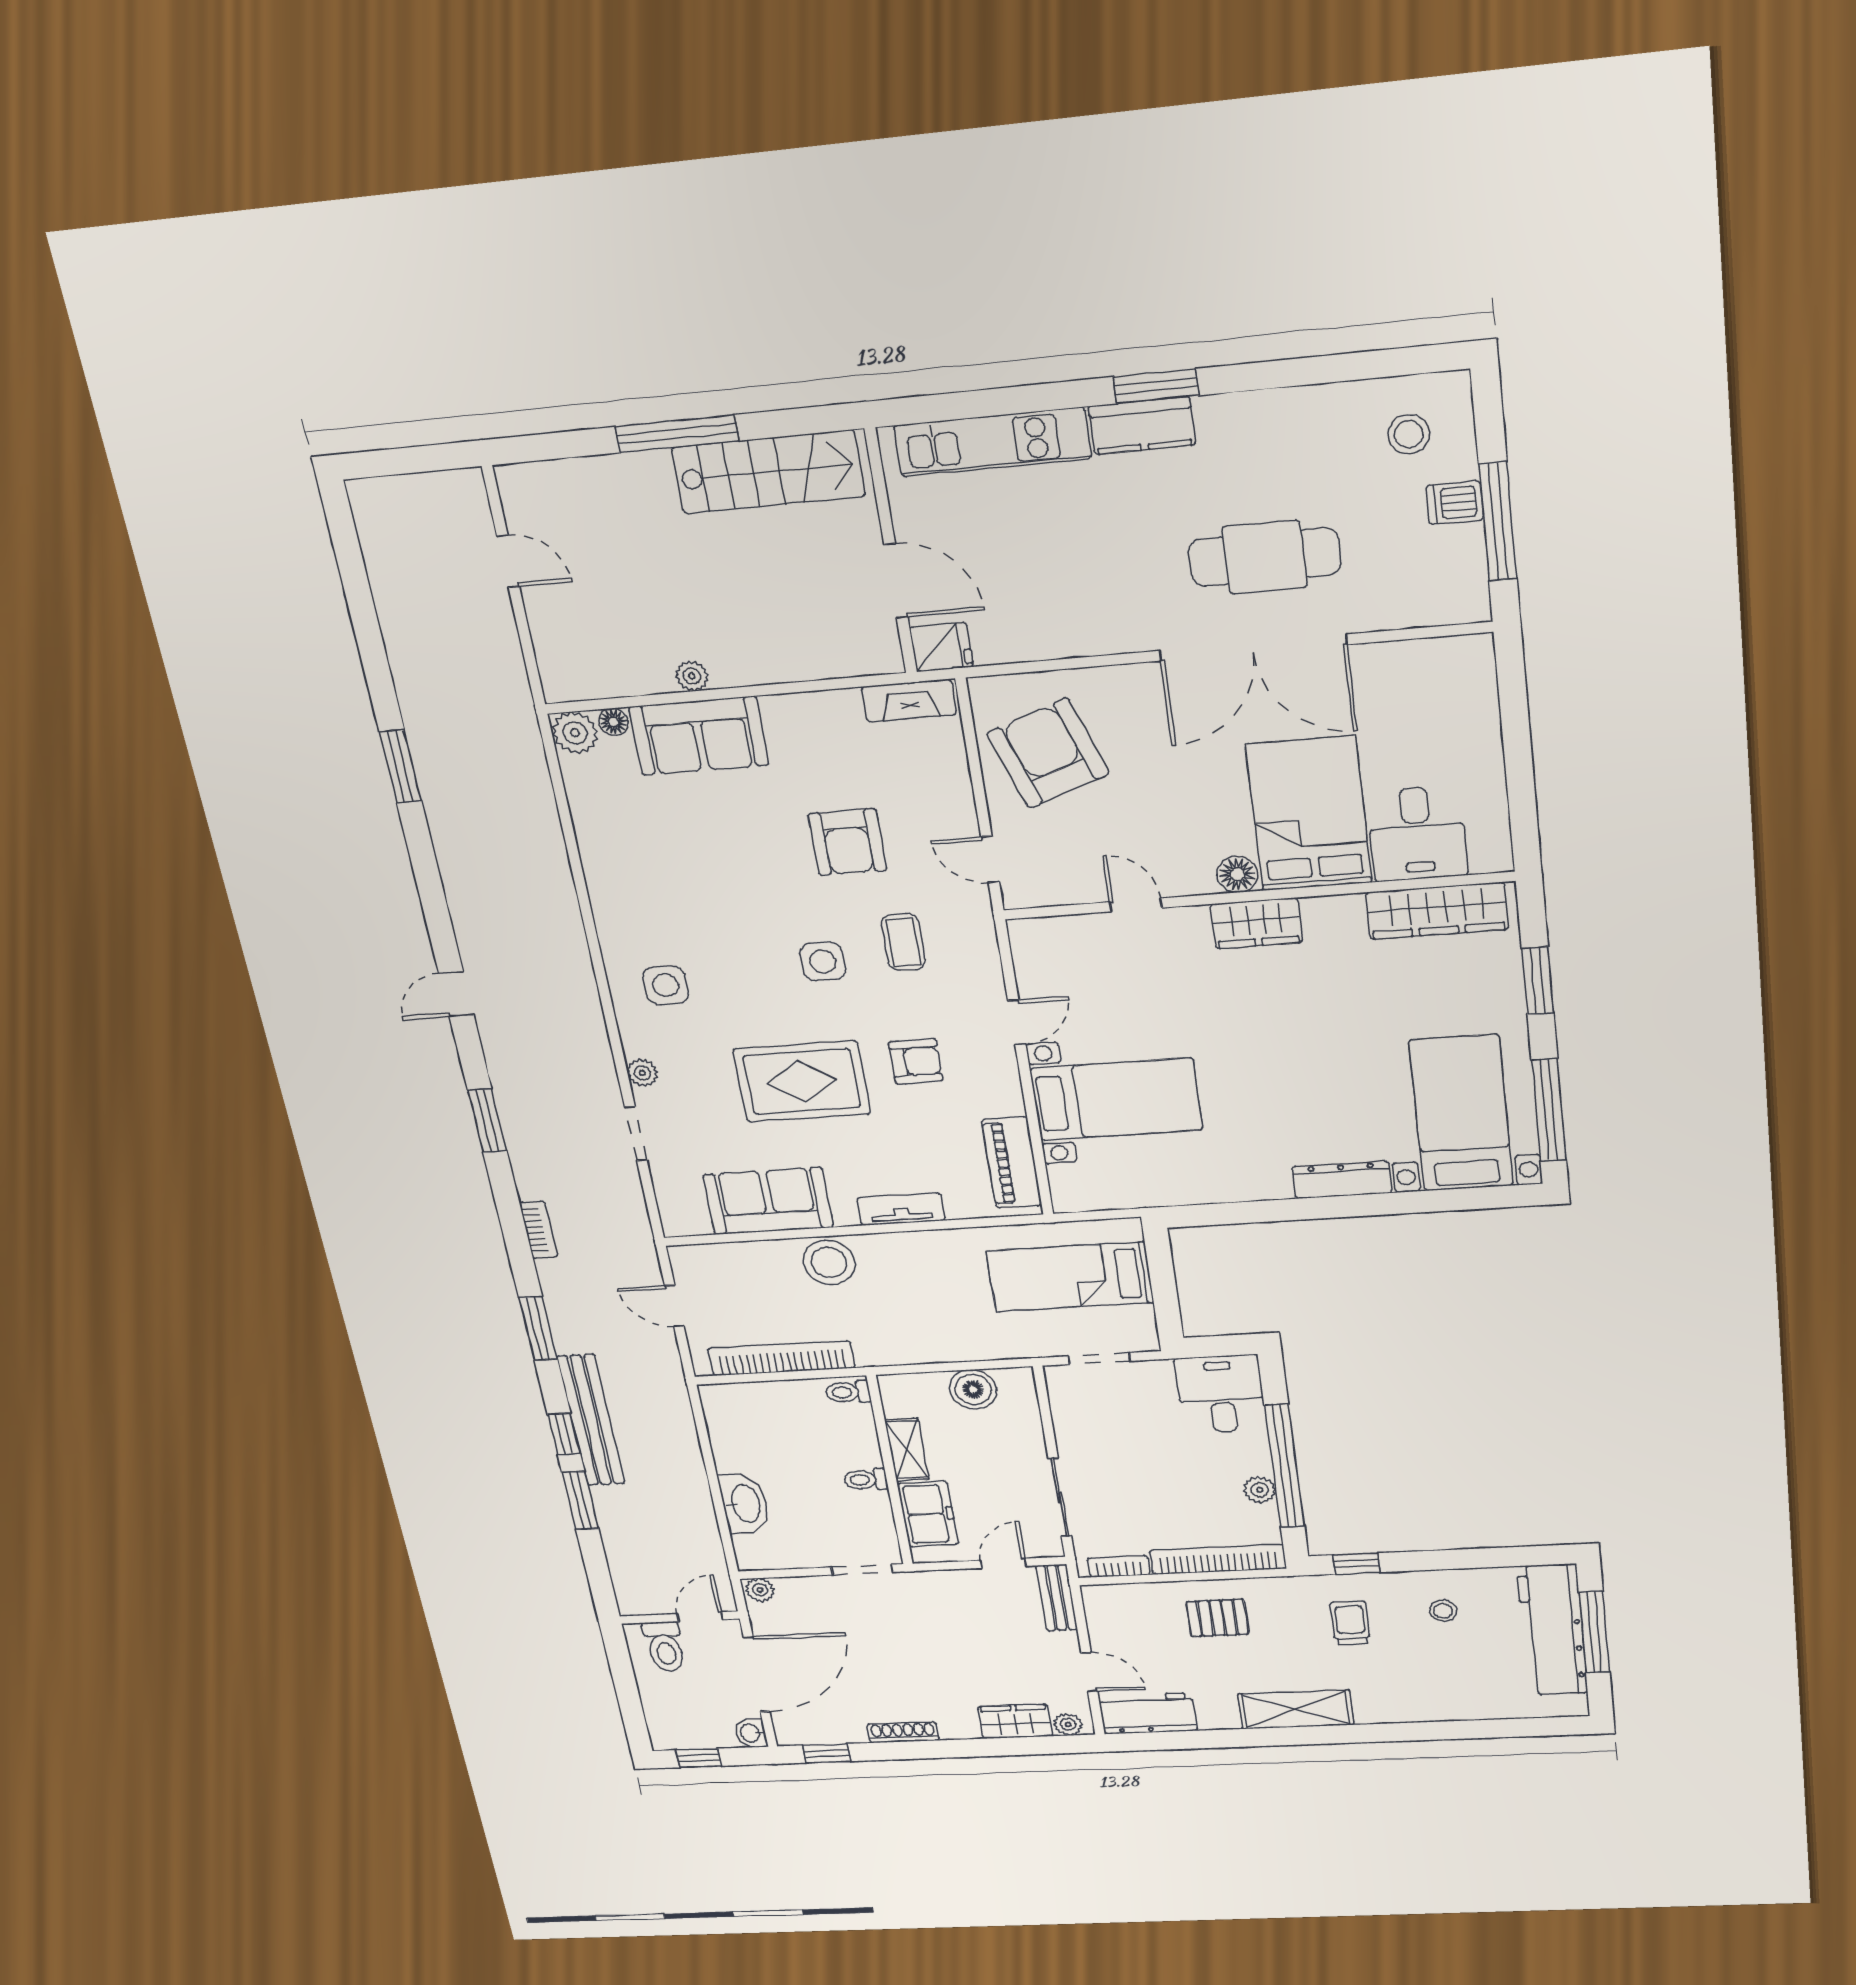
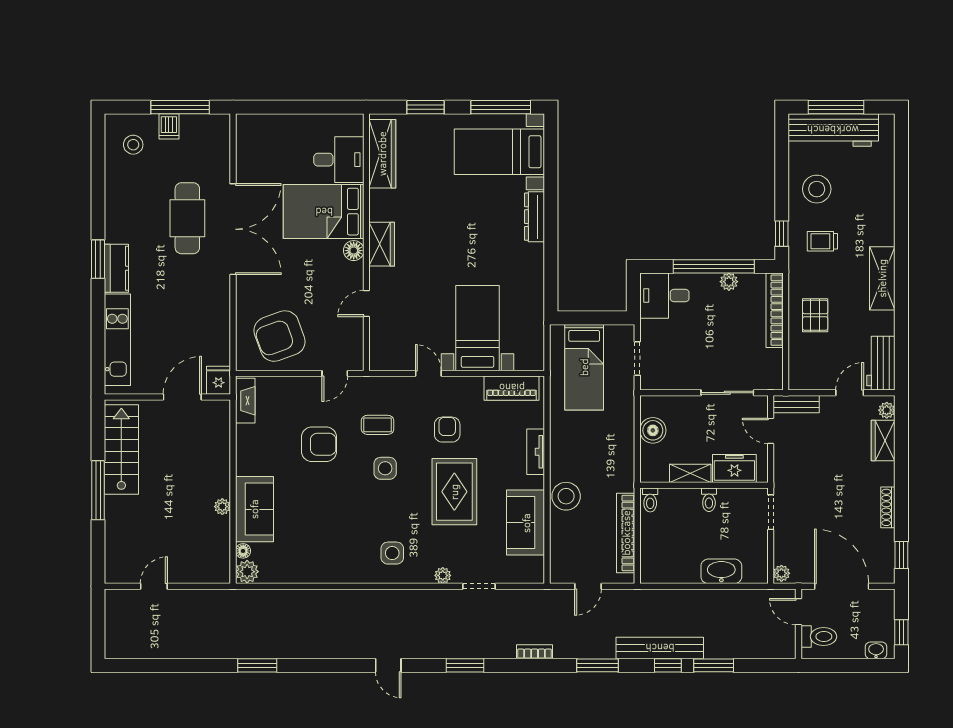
bookcase: (1119, 1566) -> (776, 366), removed
stool: (1443, 1611) -> (817, 189), width x1.89, depth x1.89
washbasin: (751, 1733) -> (876, 650), moved, turned 180

